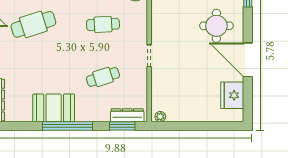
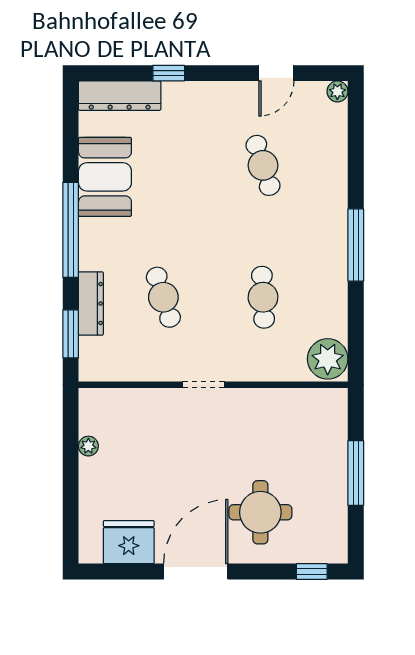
cafe table: (33, 24) -> (263, 165), width x0.73, depth x0.74
booth: (54, 108) -> (105, 177), moved
dresser: (127, 115) -> (91, 304), moved
plant: (160, 117) -> (88, 446), moved

